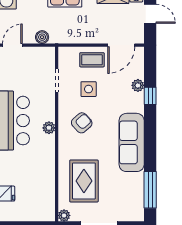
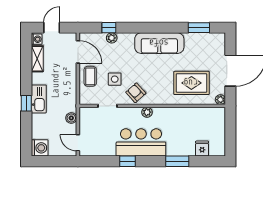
window: (150, 96) -> (109, 28), moved
armchair: (82, 123) -> (136, 93), moved
window: (150, 190) -> (199, 28), width x0.69

